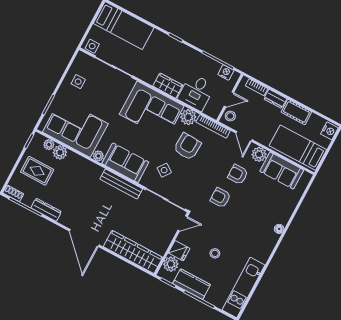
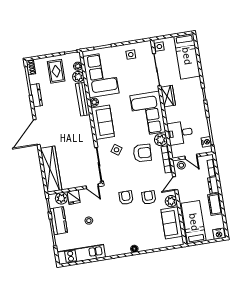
wardrobe: (168, 86) -> (168, 96), moved
bench: (121, 184) -> (83, 99), moved

